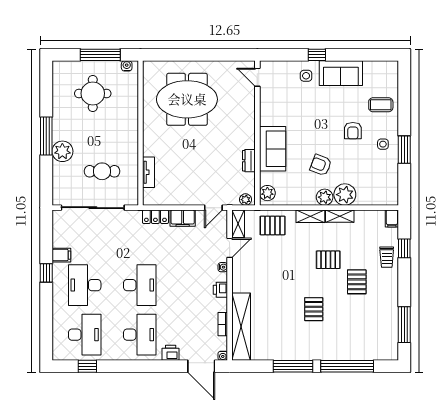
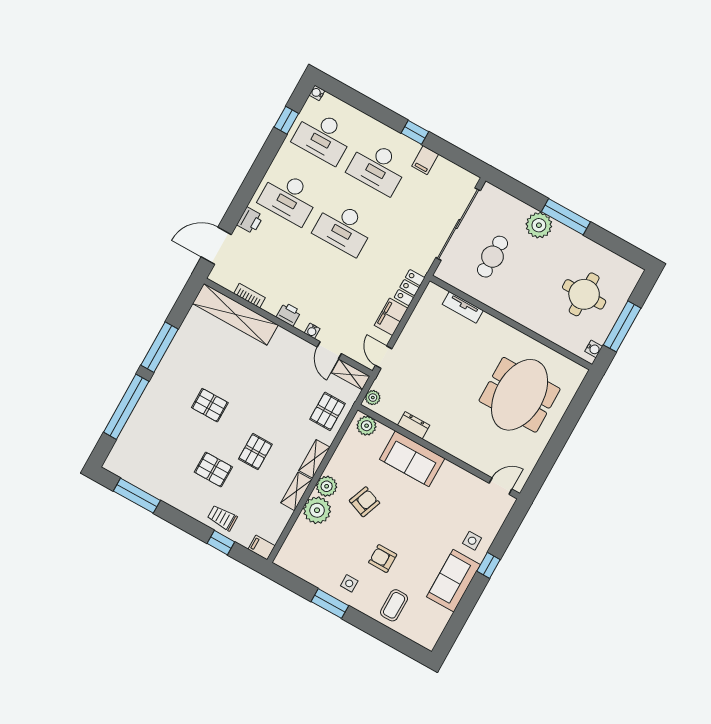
desk: (85, 285) -> (378, 167), turned 180
water cooler: (223, 356) -> (317, 93), moved

